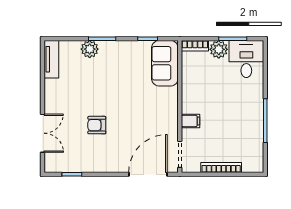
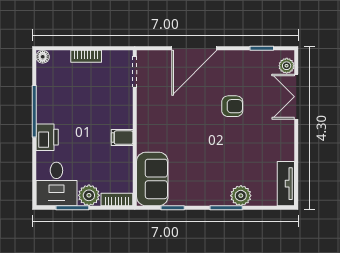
printer: (254, 99) -> (47, 137), added
filing cabinet: (191, 121) -> (122, 138), moved
plant: (51, 159) -> (287, 66), added
bookcase: (221, 167) -> (86, 56), width x0.64
floor lamp: (258, 167) -> (43, 57), added
door: (148, 174) -> (194, 48), moved

